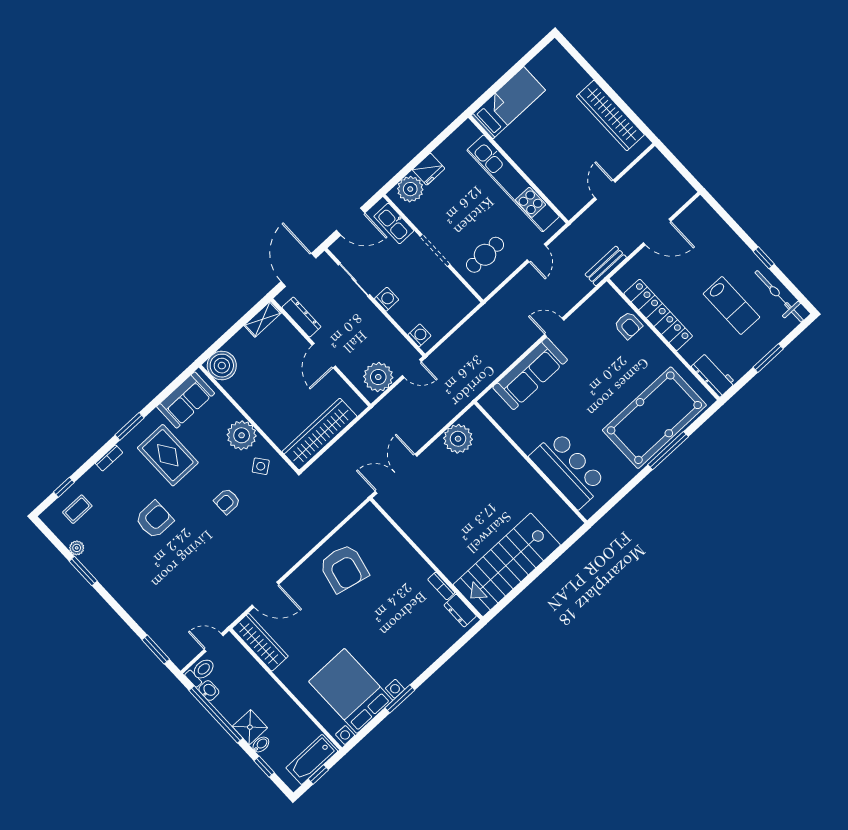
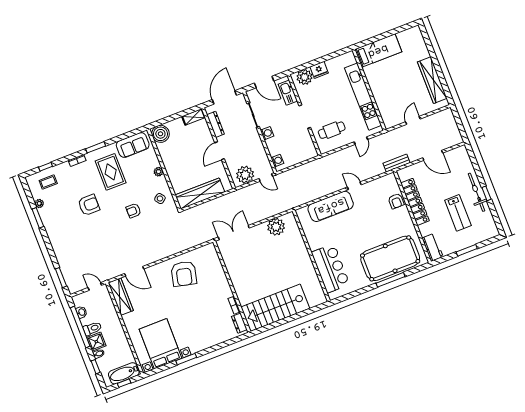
bicycle: (779, 296) -> (476, 192), moved
plant: (242, 435) -> (158, 172), width x0.53, depth x0.53
toilet: (201, 672) -> (92, 328), moved

